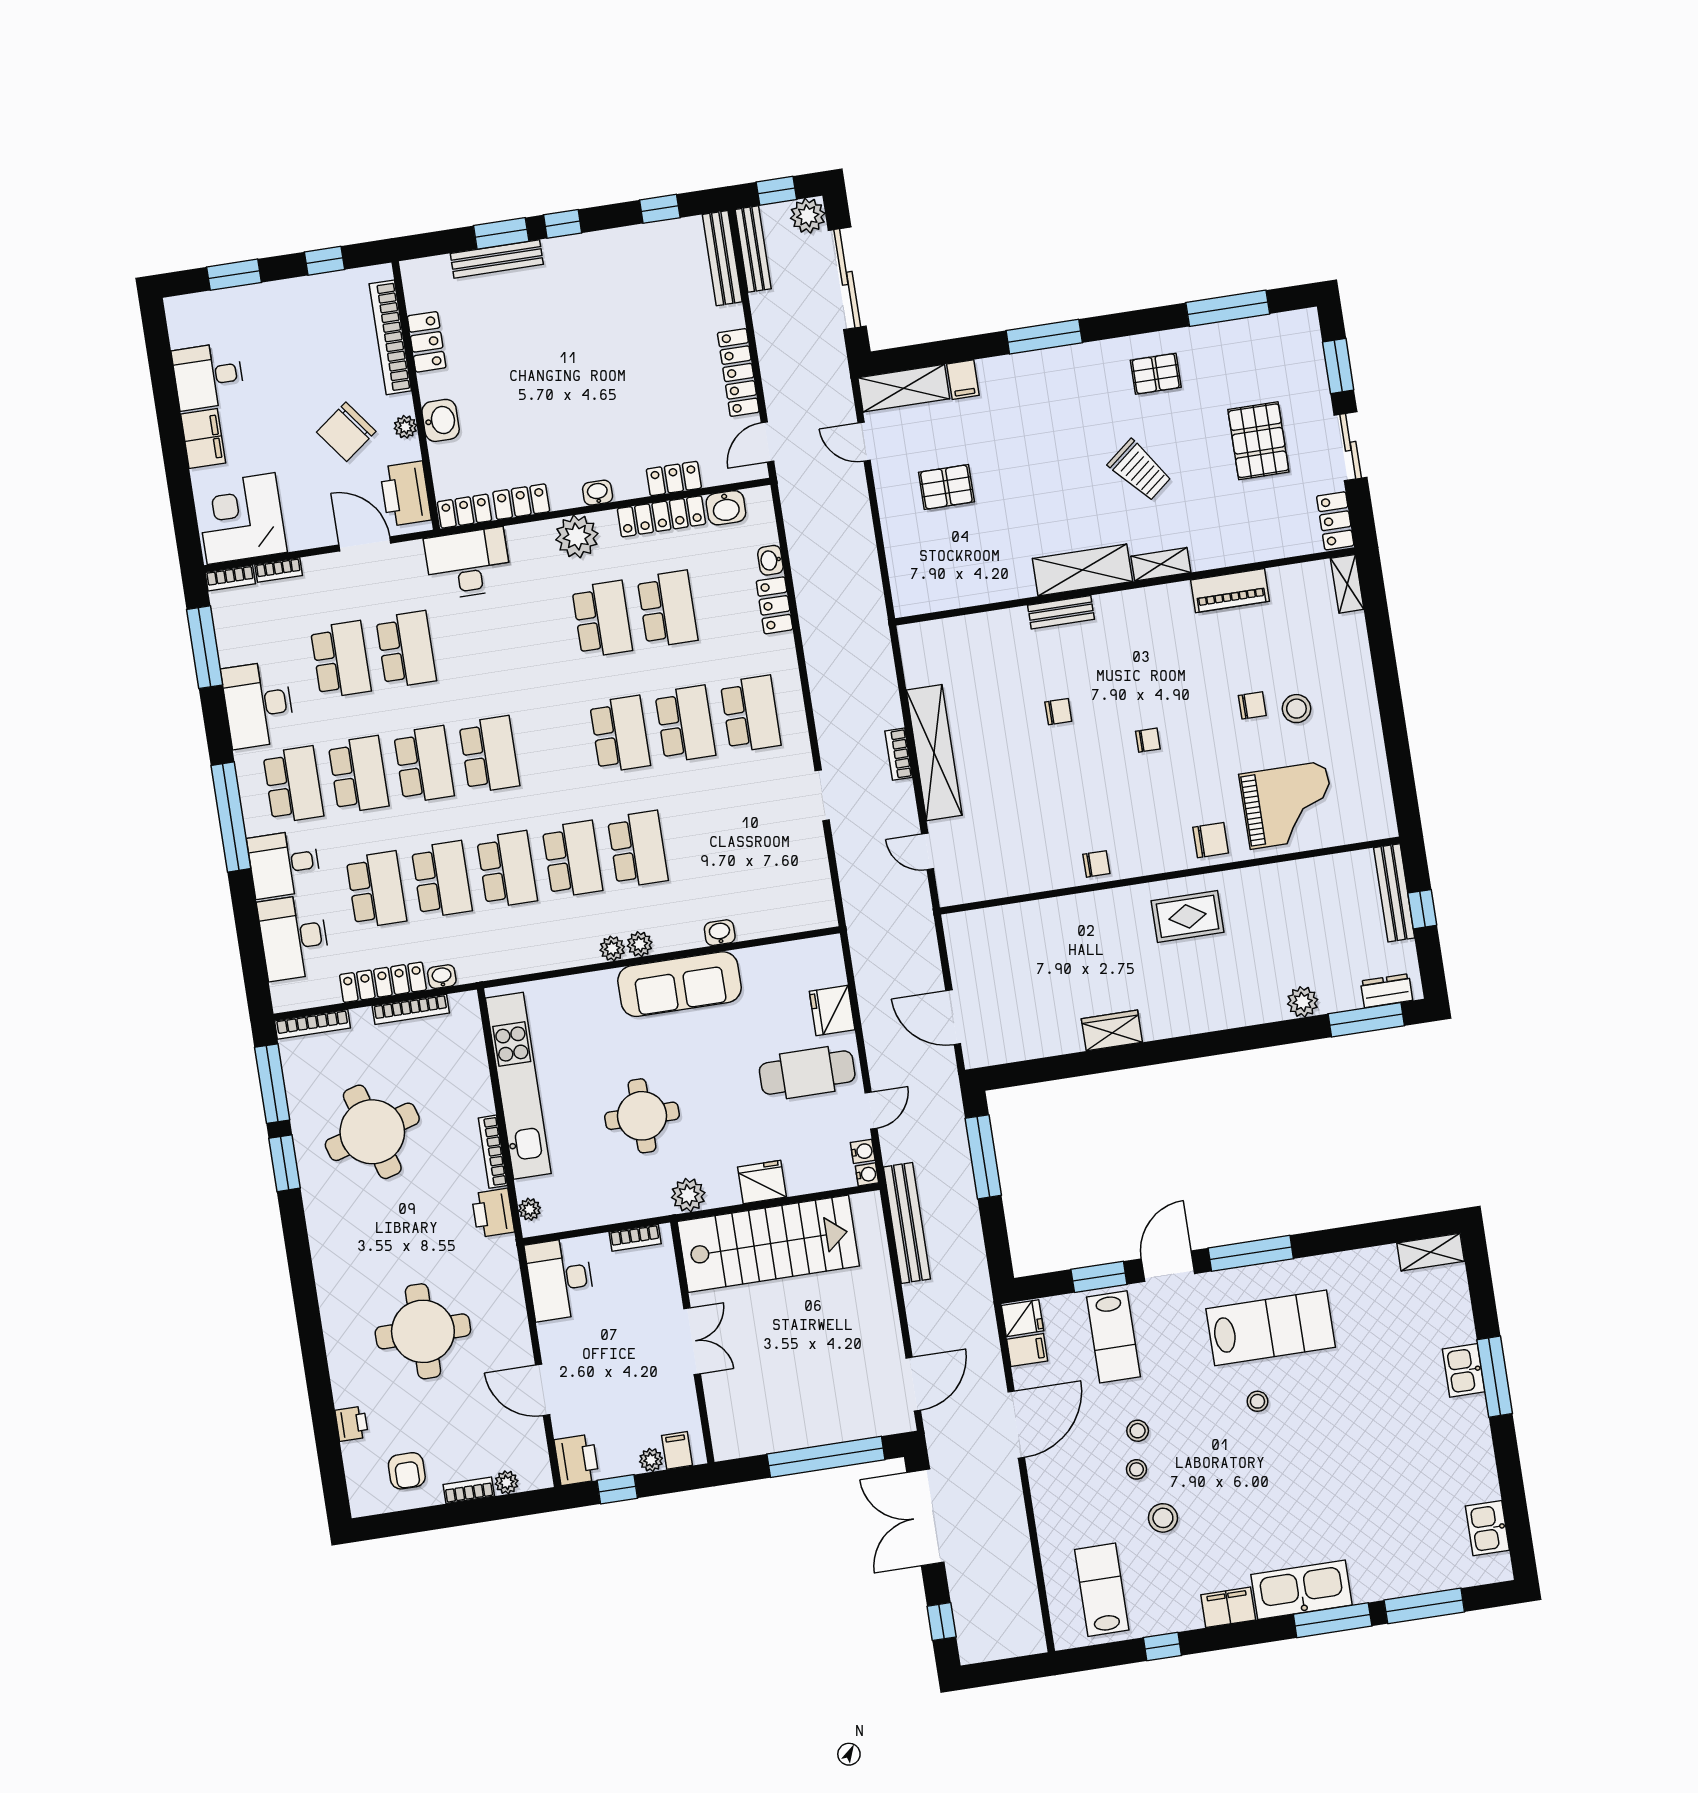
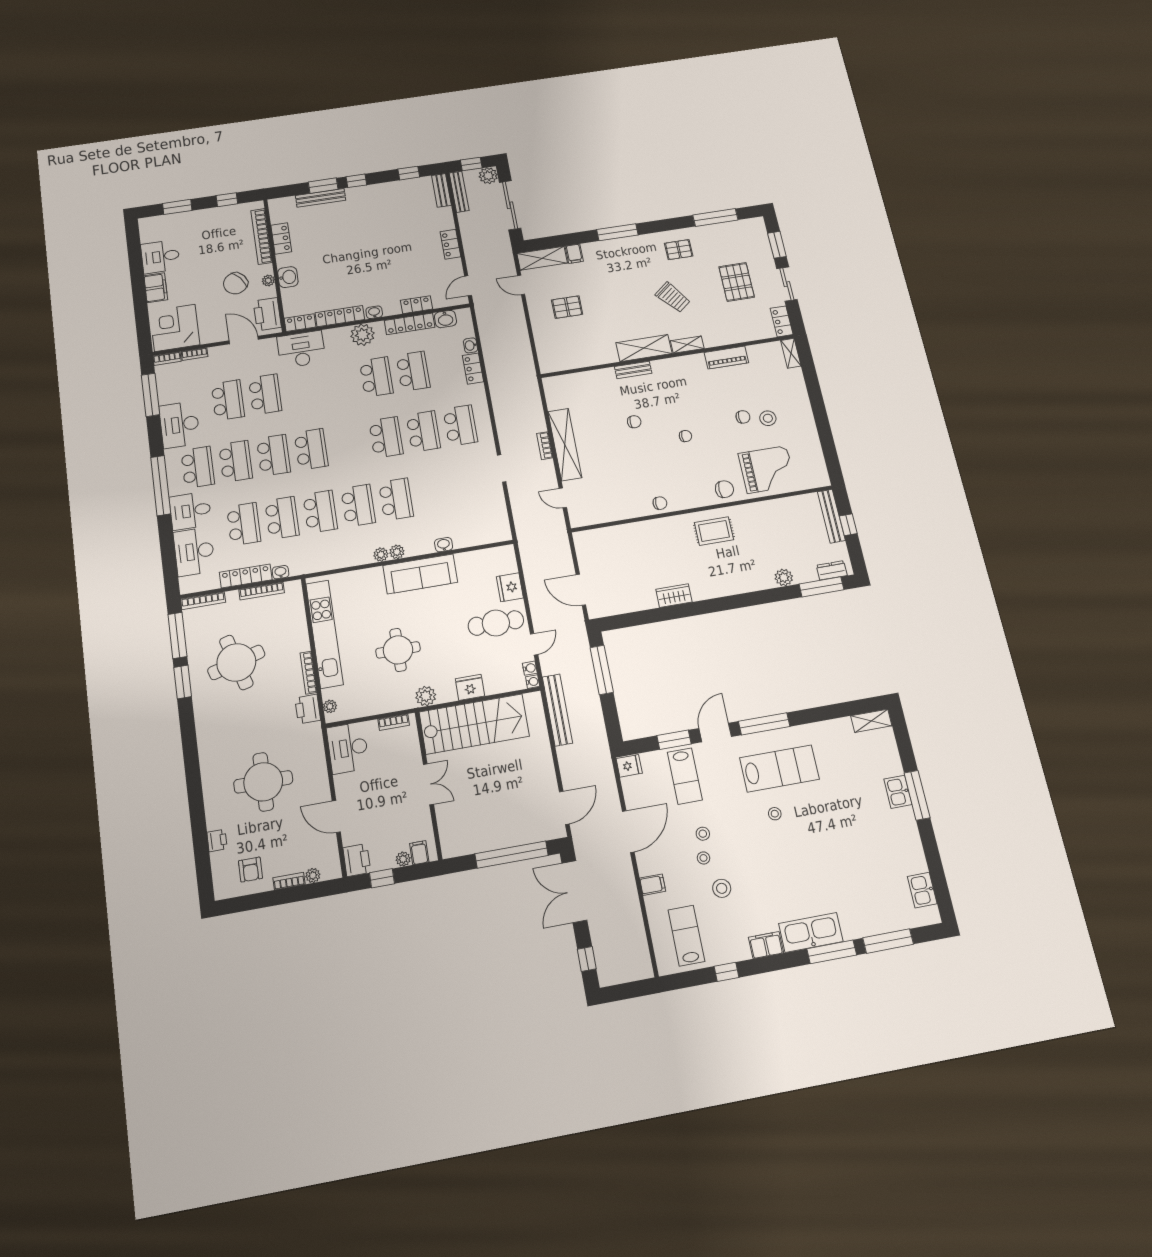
bench: (722, 258) -> (441, 190), width x0.73
locker: (738, 372) -> (450, 244), width x0.66
locker: (521, 502) -> (340, 316), width x1.53
filing cabinet: (1027, 1350) -> (653, 885), moved

